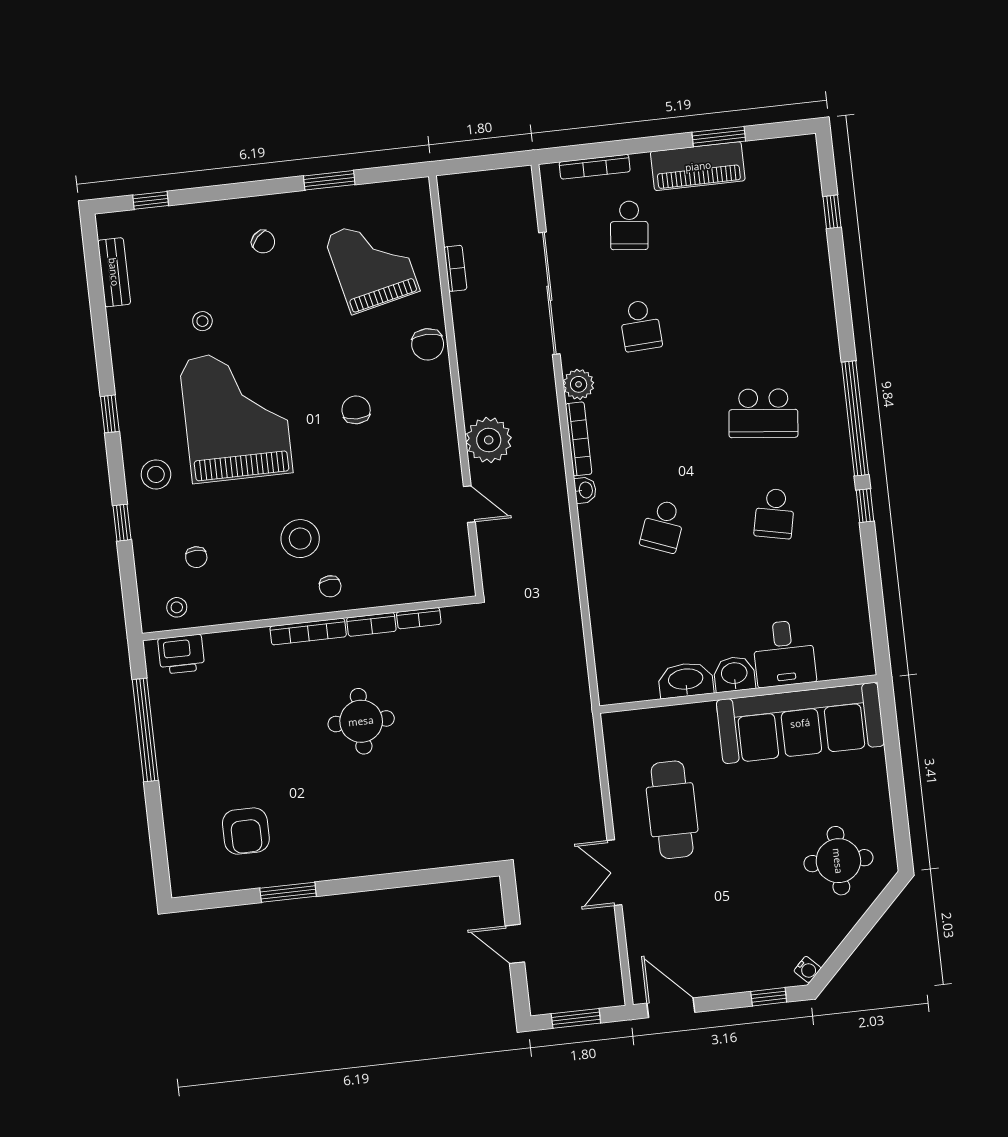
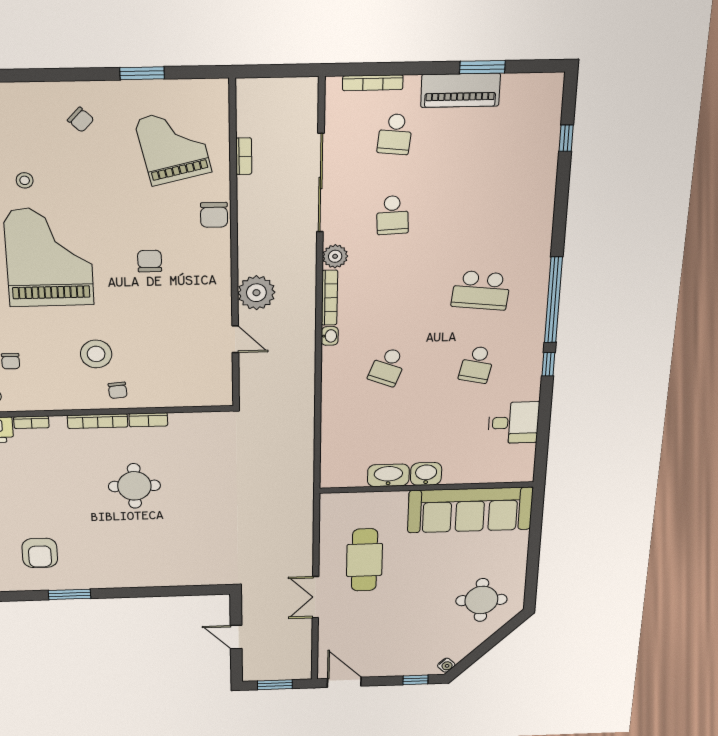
bookcase: (419, 618) -> (31, 422), moved
desk: (784, 653) -> (514, 423), moved, turned -90

